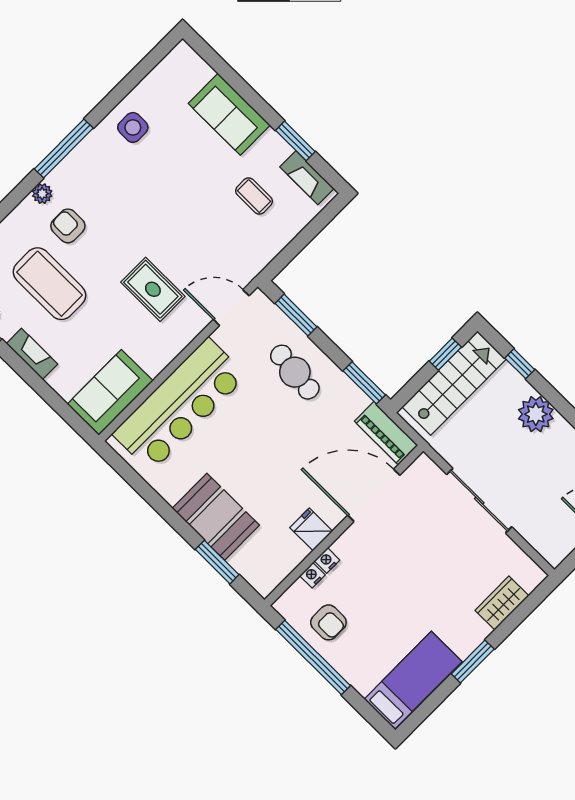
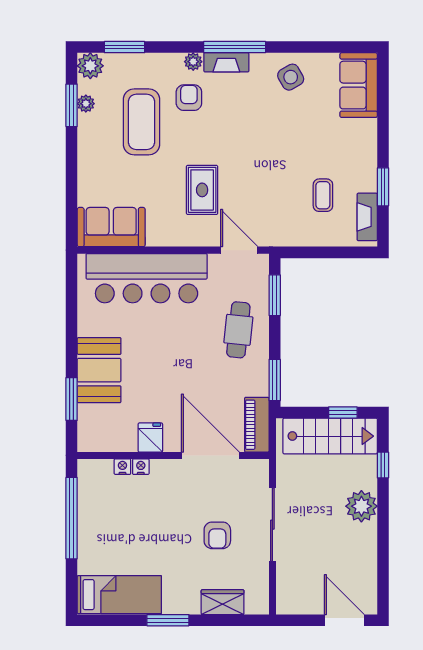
sofa: (229, 114) -> (359, 85), moved
side table: (133, 127) -> (291, 77), turned -30
fireplace: (32, 354) -> (226, 62), moved, turned 90
armchair: (328, 622) -> (217, 535), moved

